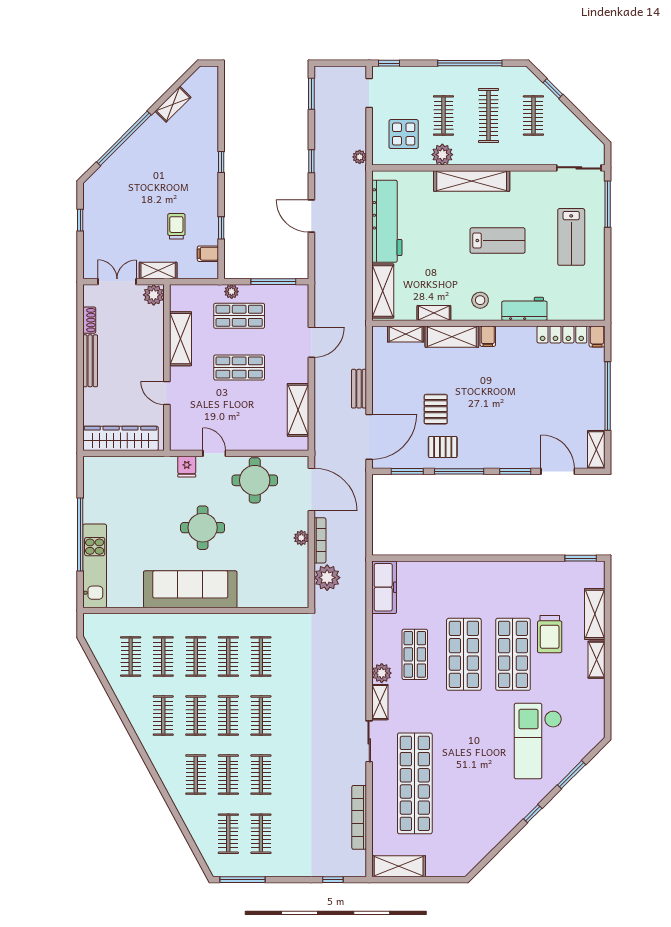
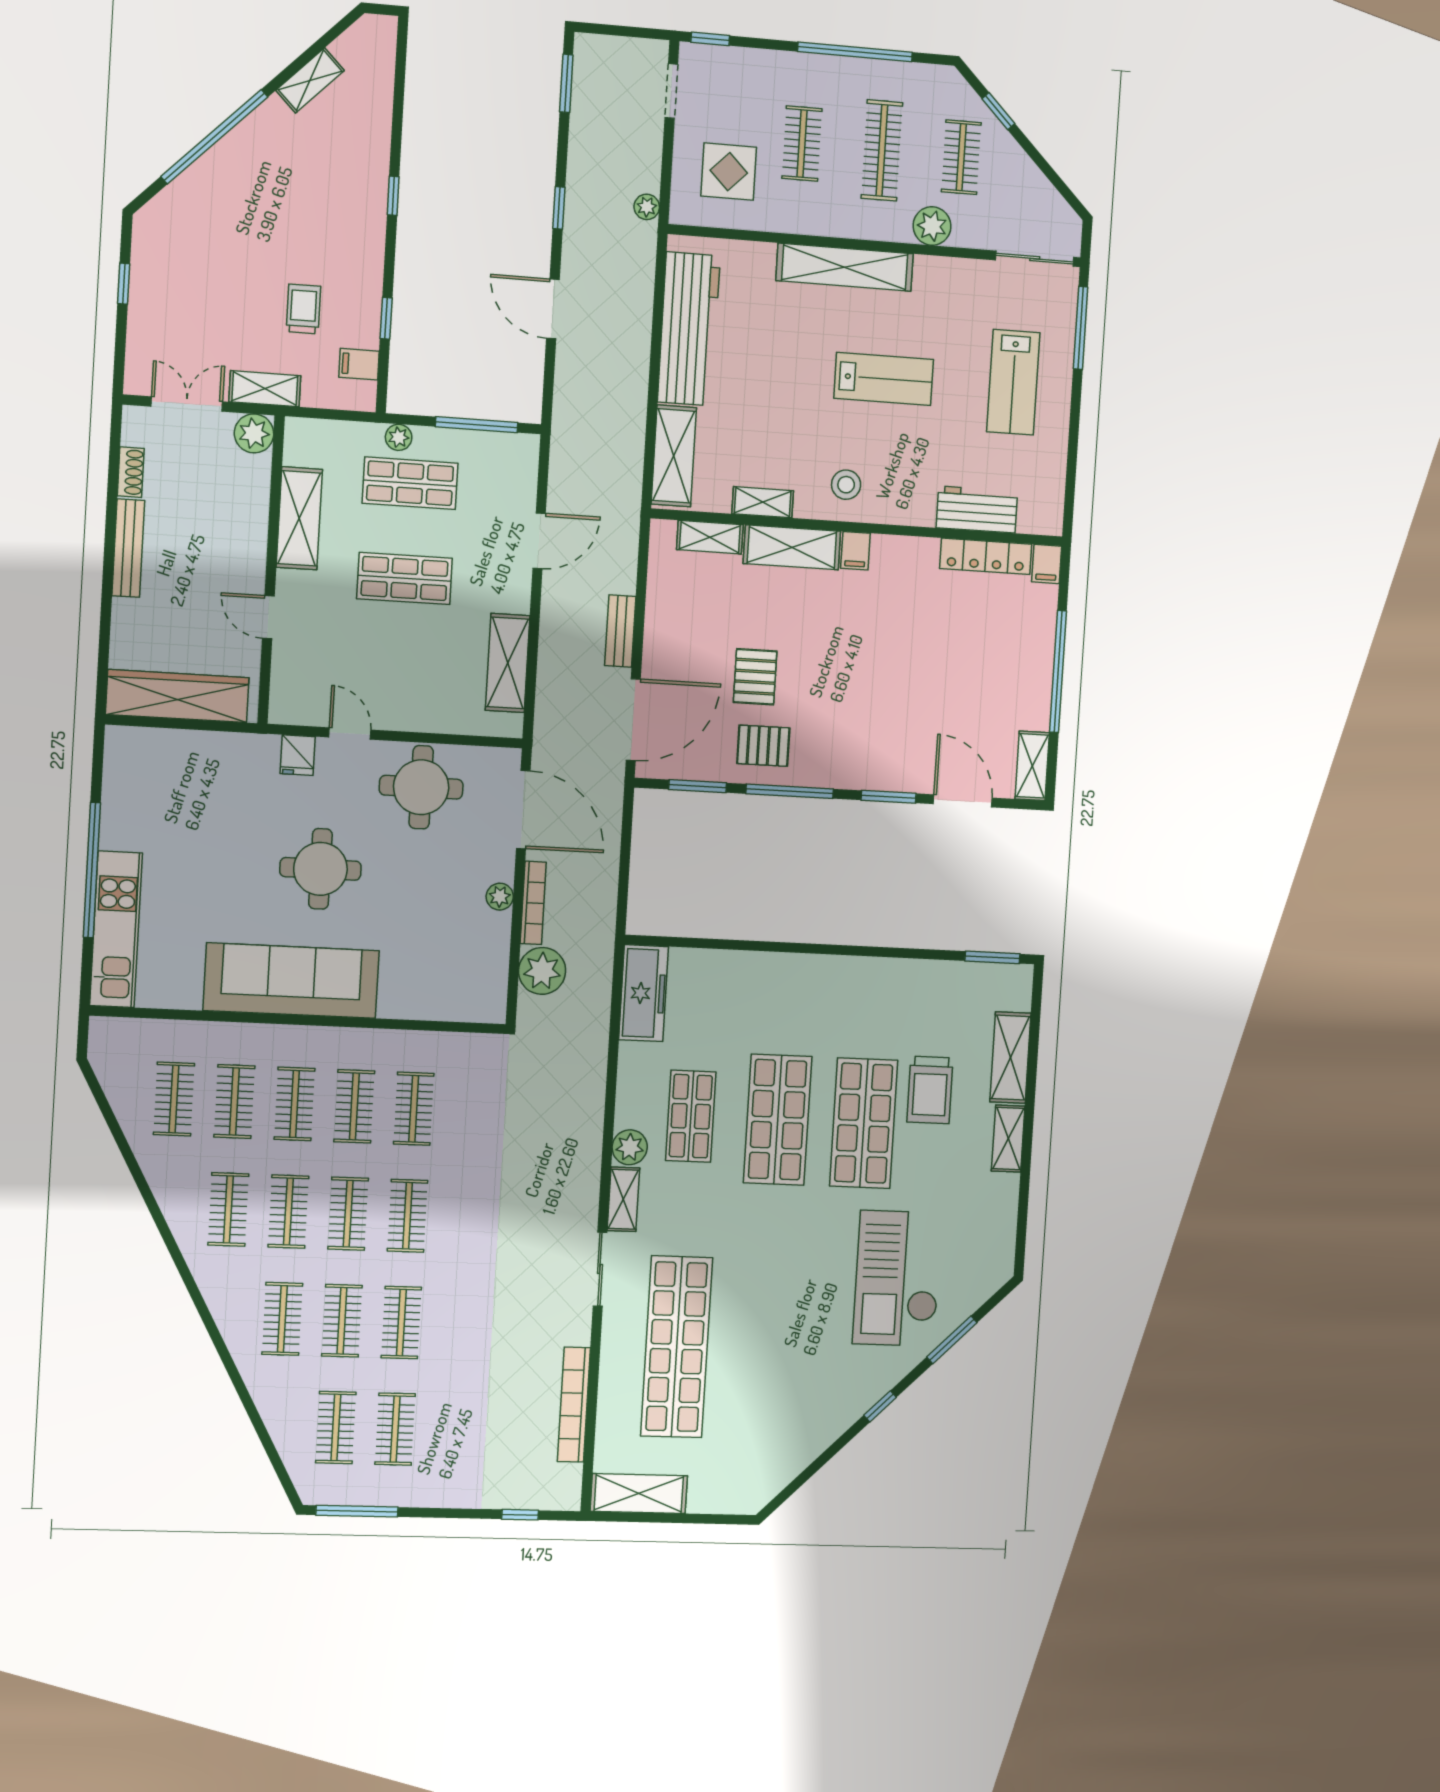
plant: (442, 155) -> (932, 226), moved
workbench: (524, 309) -> (977, 510), moved

